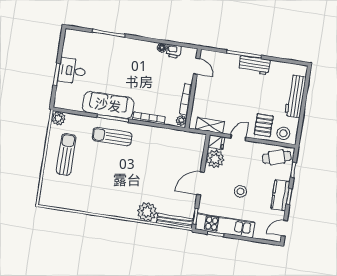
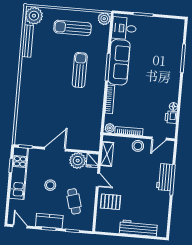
workbench: (254, 65) -> (164, 177), moved
desk: (72, 71) -> (124, 28), moved, turned -90
stool: (283, 133) -> (138, 146), moved
sun lounger: (112, 137) -> (80, 70), moved
sun lounger: (66, 154) -> (73, 28), turned 180
cafe table: (277, 157) -> (74, 201), moved
door: (200, 183) -> (55, 149), hinge flipped
plant: (147, 212) -> (34, 16), moved
bench: (175, 221) -> (27, 41), moved

